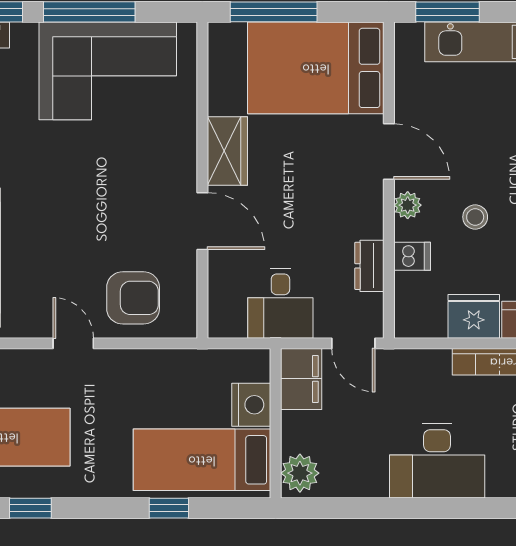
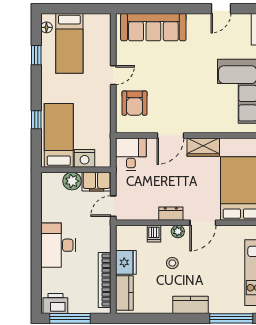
dresser: (369, 266) -> (171, 214), moved
desk: (280, 303) -> (131, 154), moved, turned 90
plant: (300, 473) -> (72, 181), moved

